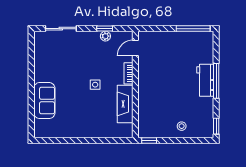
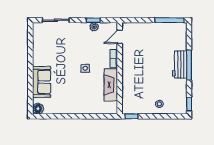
floor lamp: (40, 132) -> (38, 109), added

